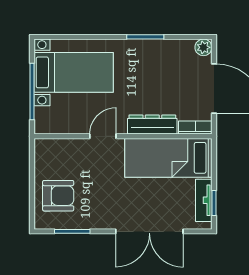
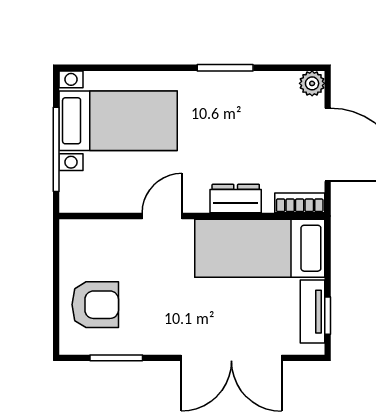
dresser: (152, 125) -> (236, 198), width x0.70

